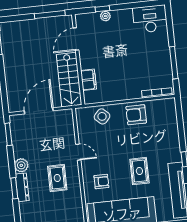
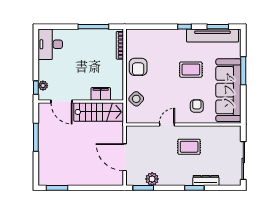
door: (76, 39) -> (62, 101), moved
wall: (78, 60) -> (81, 101), moved
stairs: (69, 80) -> (99, 112), moved
filing cabinet: (89, 80) -> (101, 94), moved
plant: (21, 165) -> (152, 179), moved
dresser: (22, 187) -> (206, 180), moved

